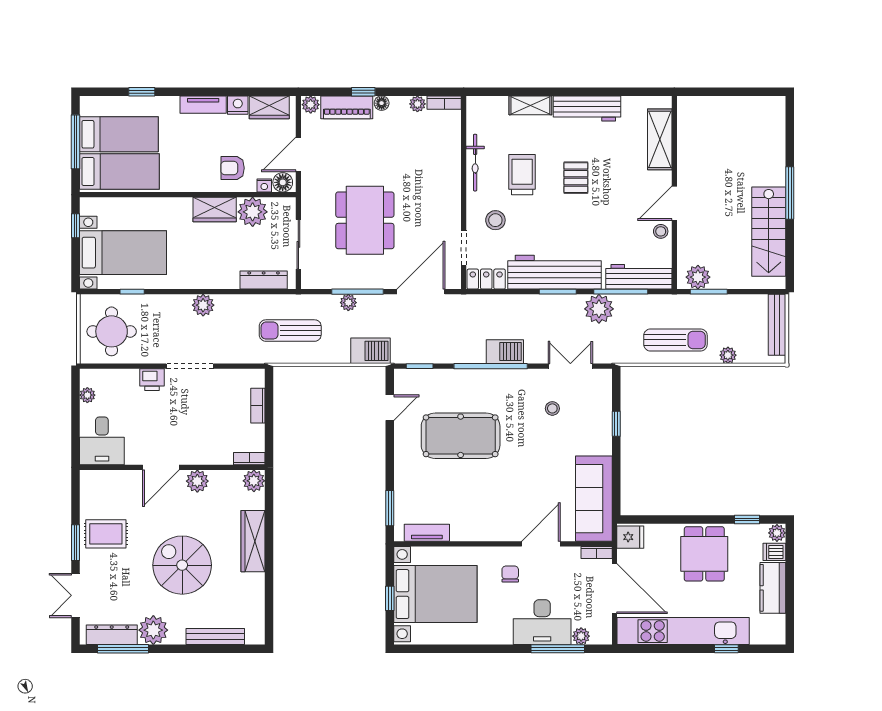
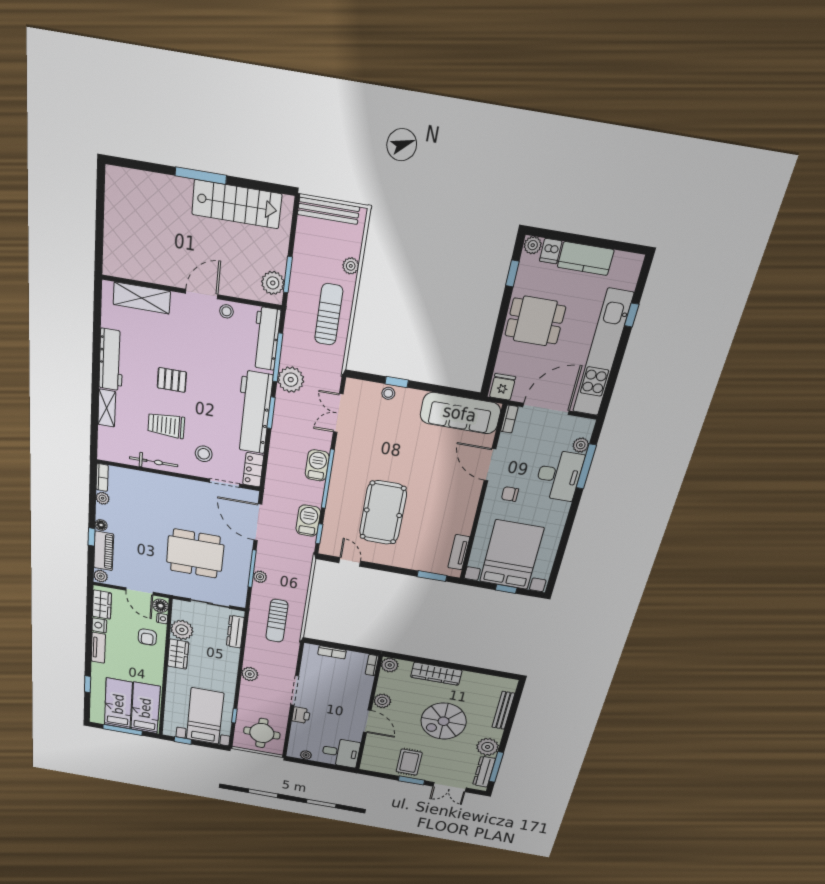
door: (674, 203) -> (202, 294), swing flipped
barbecue: (371, 351) -> (308, 521), moved
stool: (552, 408) -> (388, 393), moved

